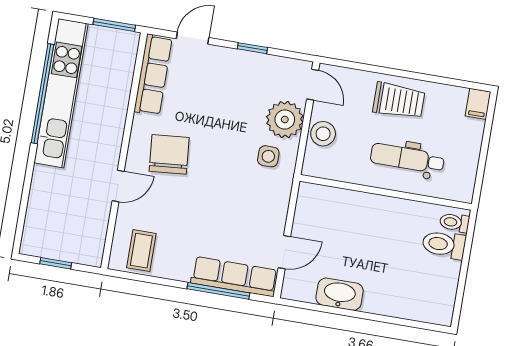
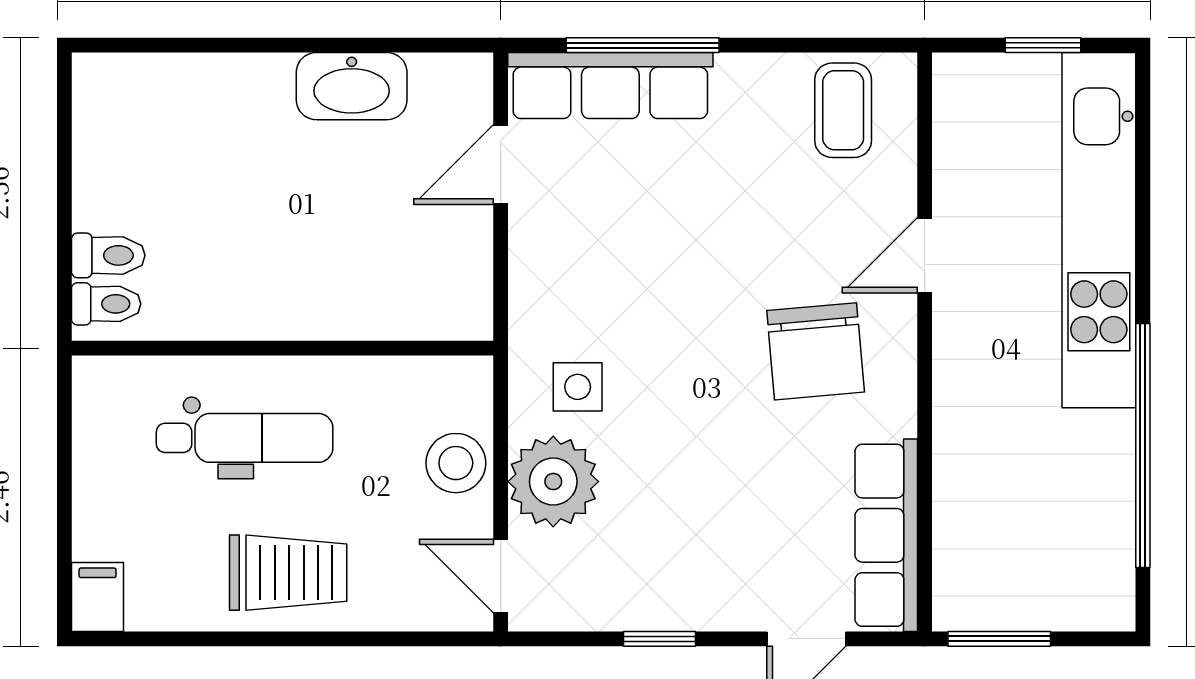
kitchen unit: (61, 93) -> (1099, 230), moved
trolley: (399, 101) -> (288, 573), turned 180
toilet: (444, 244) -> (108, 255), width x0.73, depth x0.72

